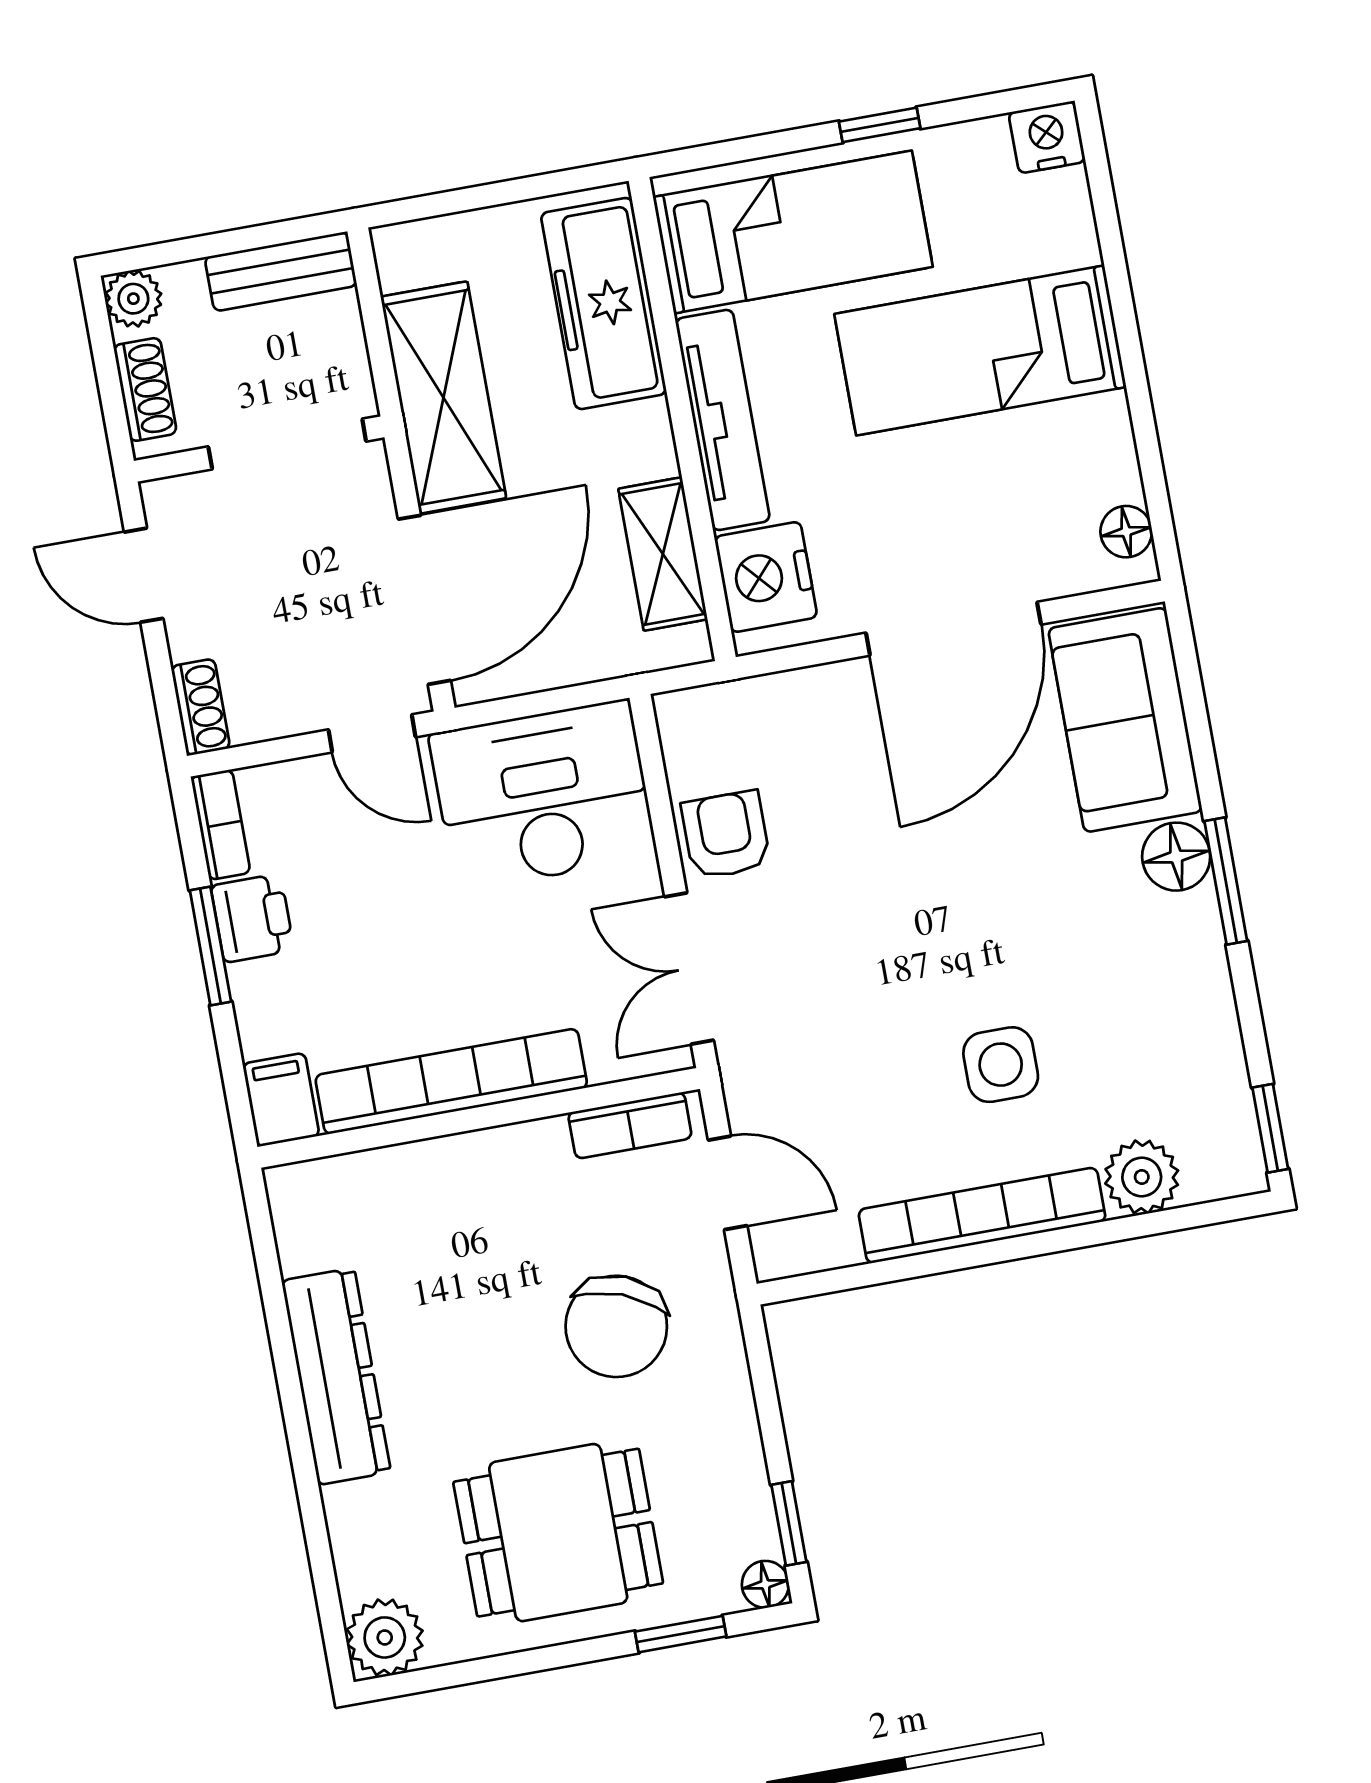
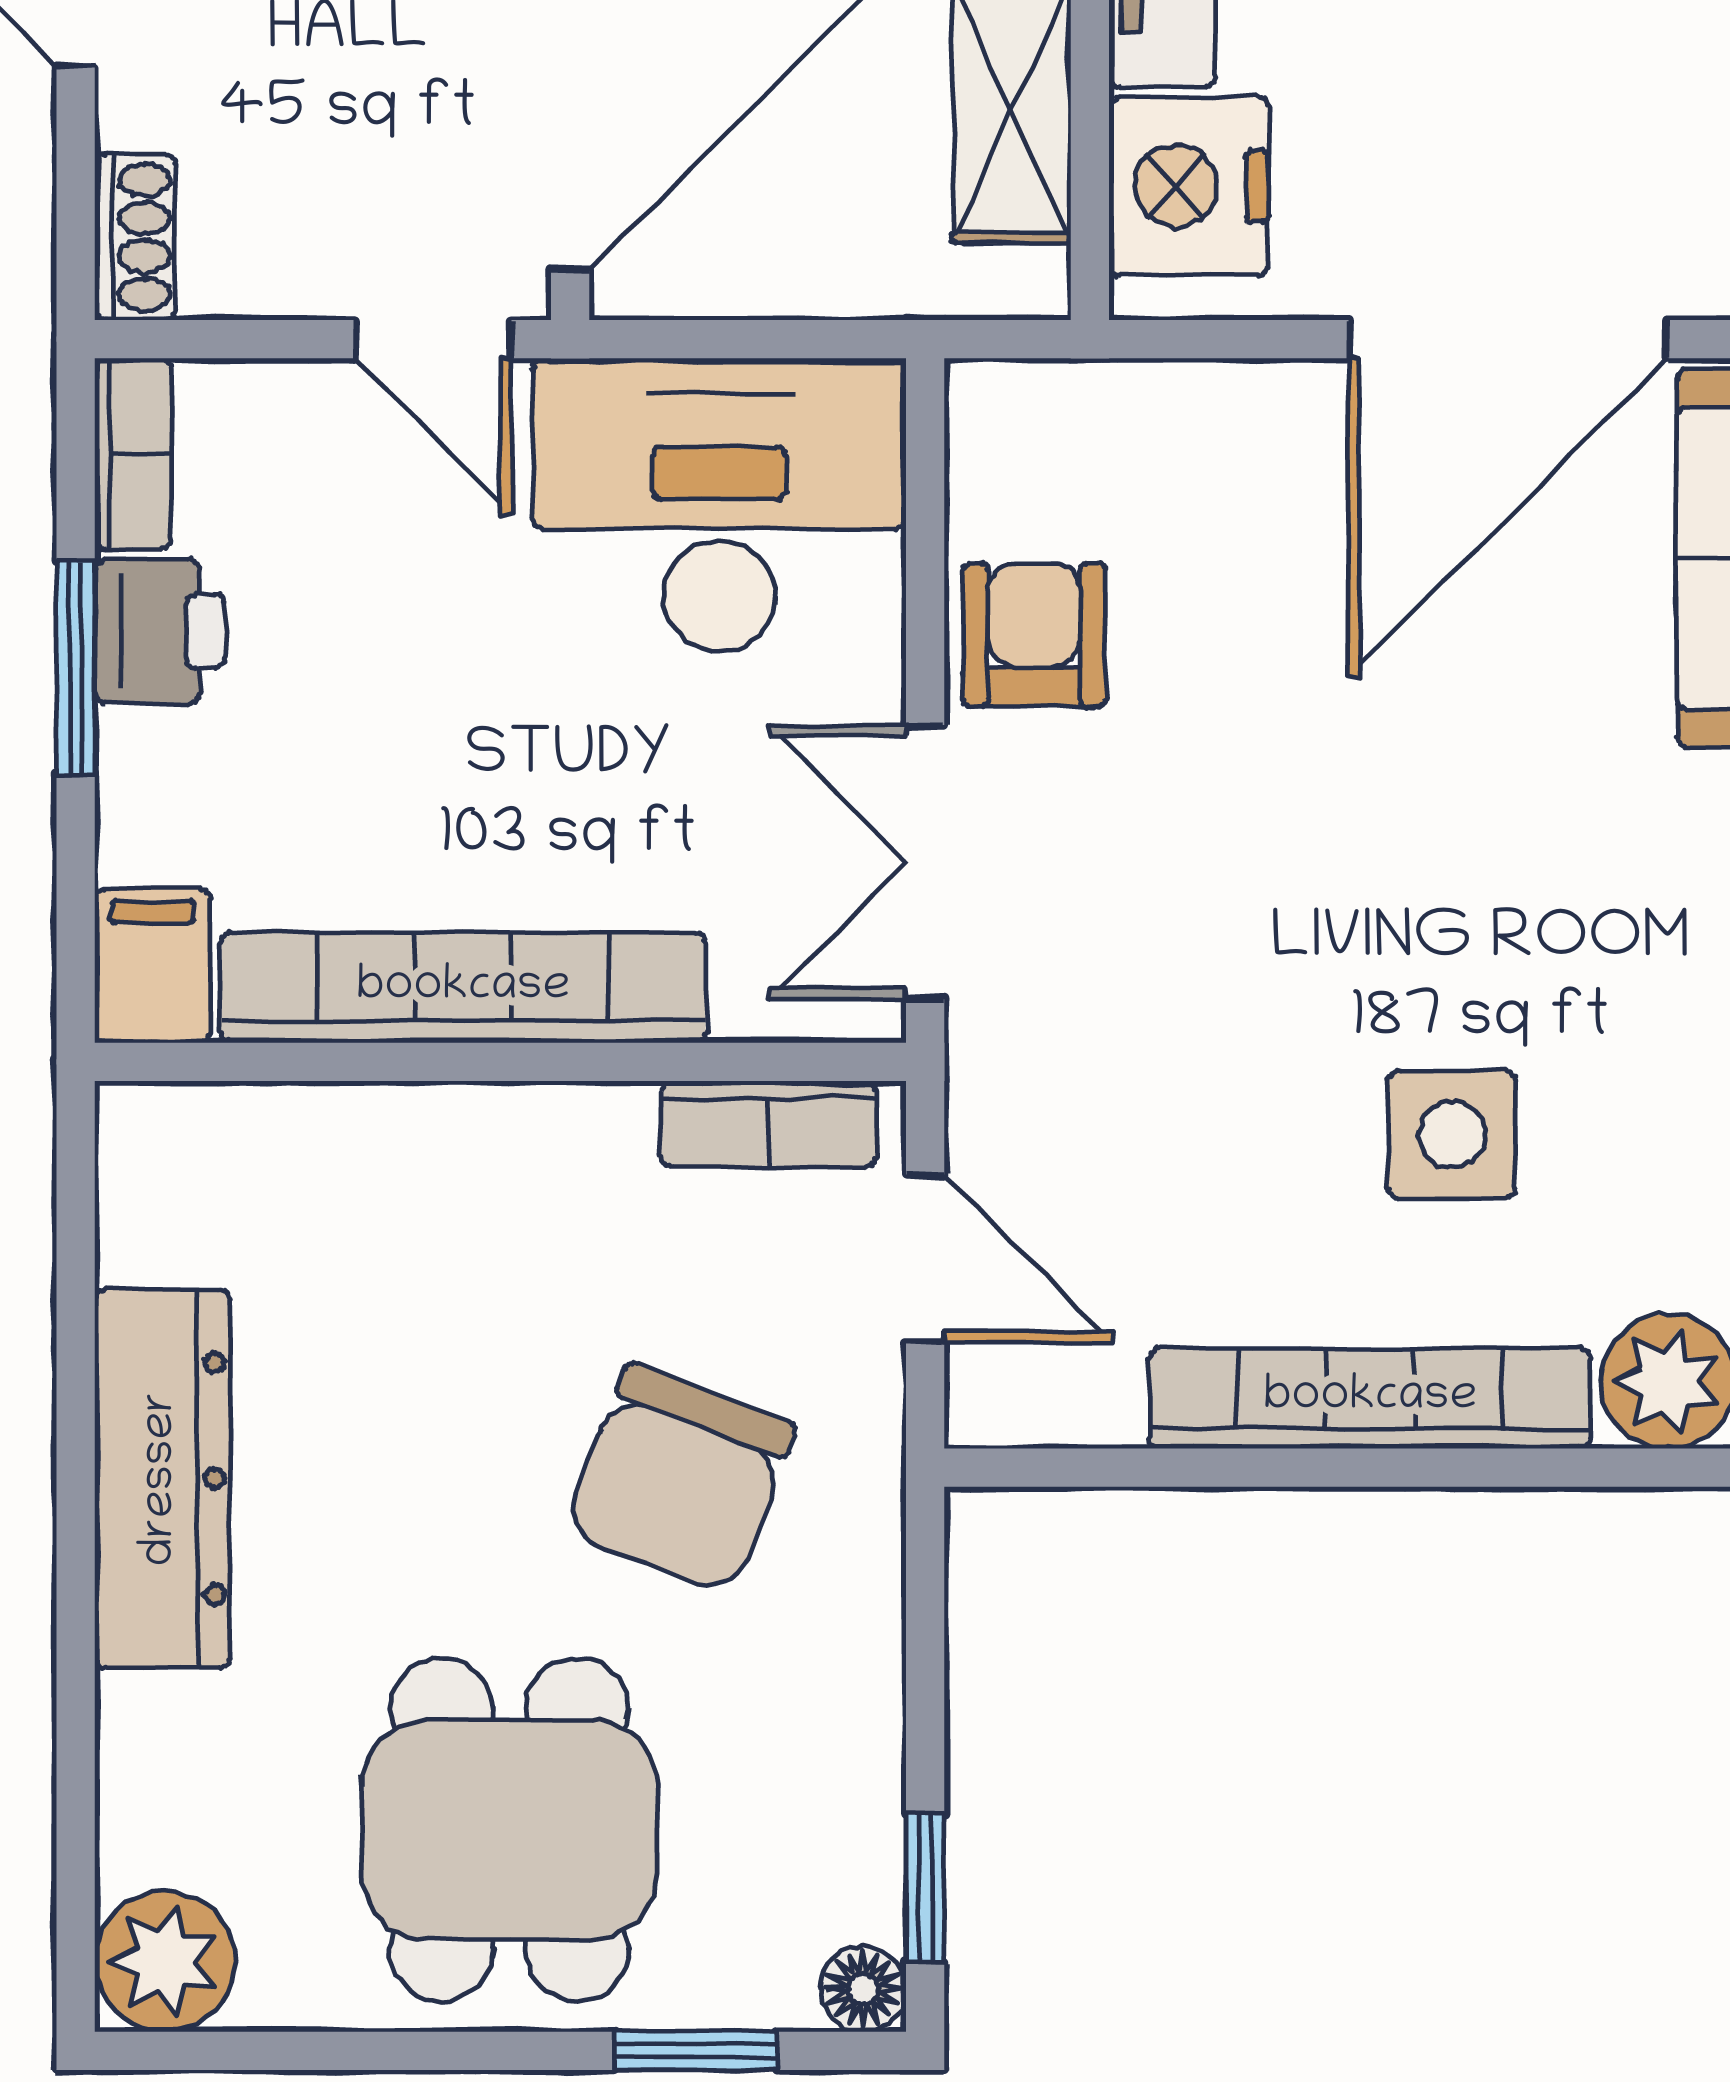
dining table: (558, 1533) -> (509, 1830), turned 90

